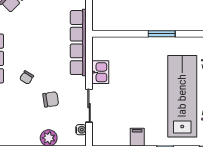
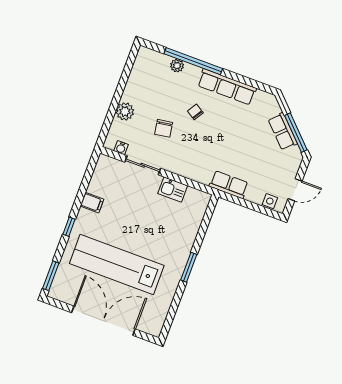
row of seats: (78, 43) -> (229, 185), width x0.50
lab bench: (182, 96) -> (117, 264), turned 180

